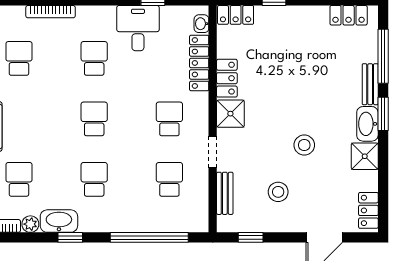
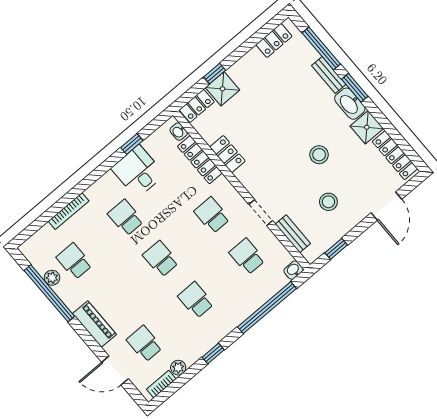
shower: (230, 114) -> (222, 89), moved
locker: (368, 210) -> (395, 155), width x1.53
washbasin: (59, 221) -> (293, 270), moved, width x0.52, depth x0.69

